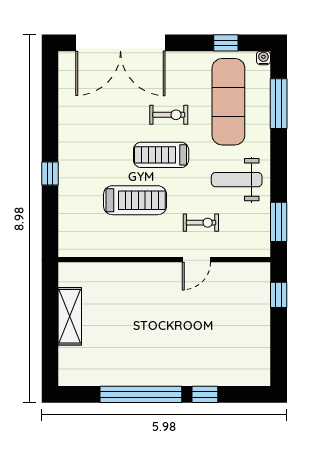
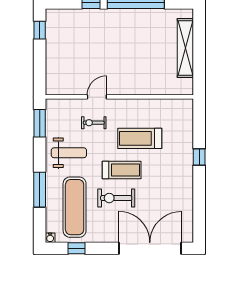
window: (279, 104) -> (40, 190), moved
exercise bike: (169, 115) -> (116, 198), width x1.38, depth x1.39
window: (279, 295) -> (40, 30), moved
shelving: (70, 316) -> (185, 48), width x1.47

